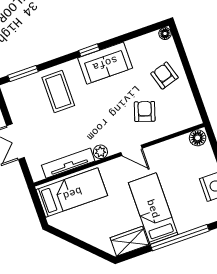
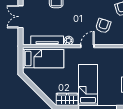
door: (132, 150) -> (87, 46), swing flipped

